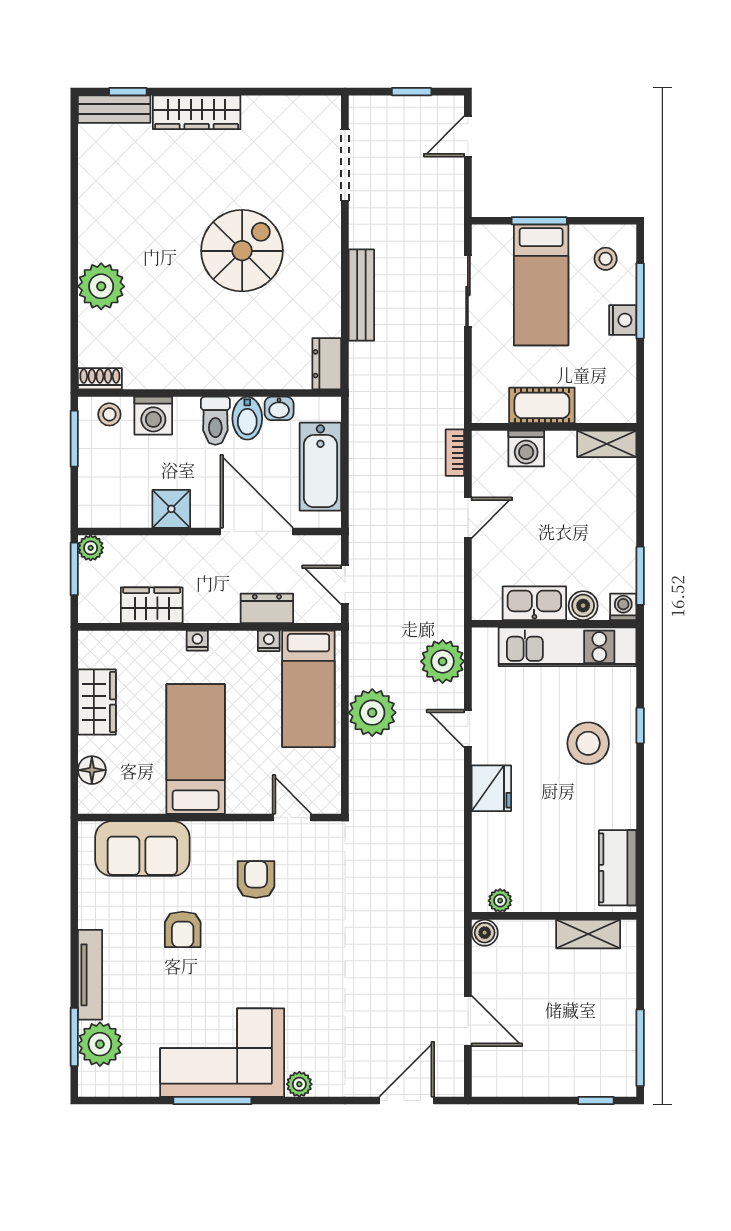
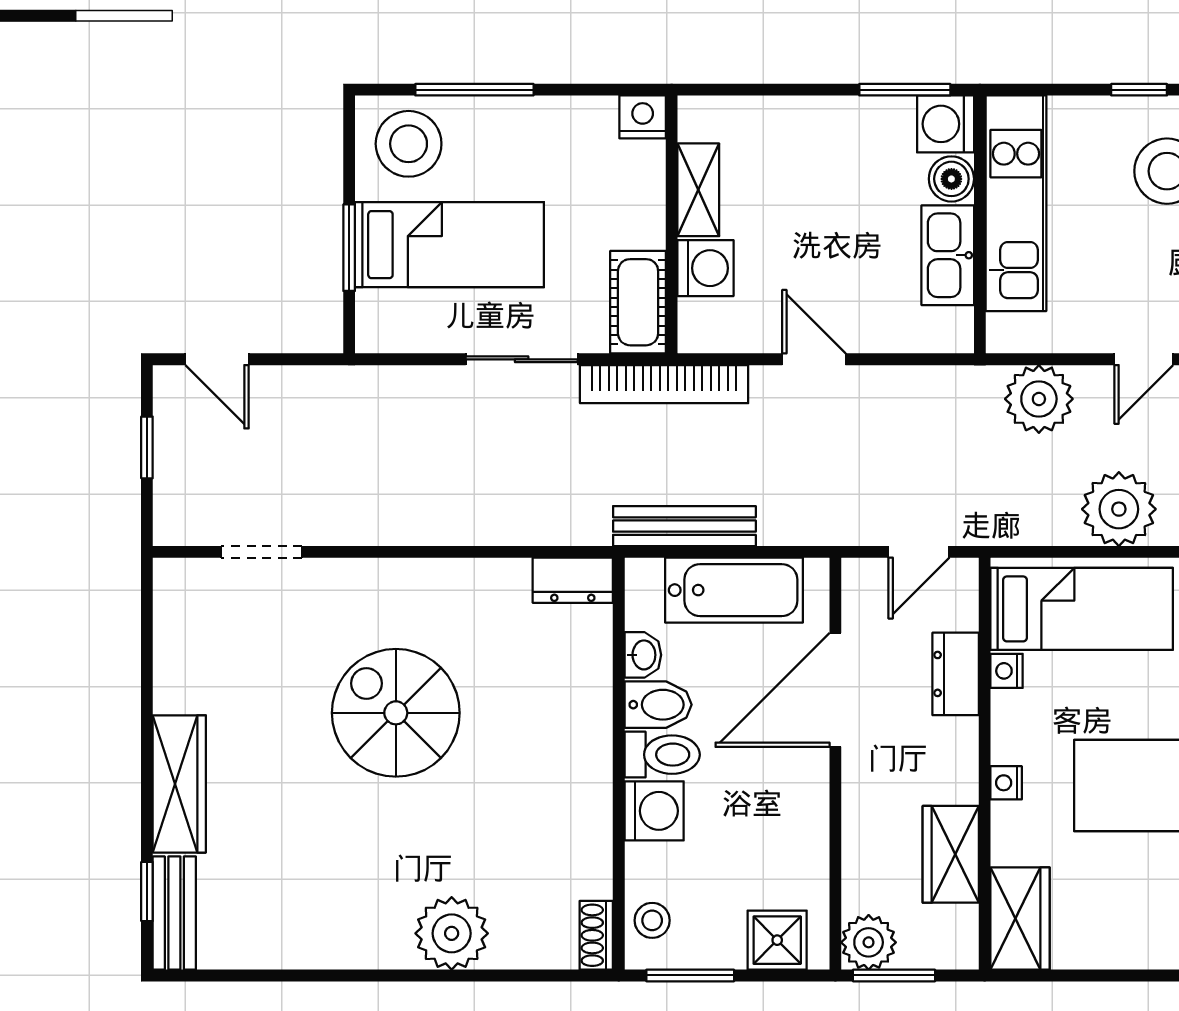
doorway: (345, 165) -> (262, 552), width x0.73
stool: (606, 259) -> (409, 144), width x1.89, depth x1.89
sliding door: (468, 291) -> (522, 359), moved
bench: (361, 295) -> (684, 526), moved
nightstand: (623, 320) -> (643, 117), moved
cot: (542, 405) -> (638, 302), moved
washing machine: (153, 416) -> (654, 811), moved
shelving: (607, 444) -> (698, 190), moved
bookcase: (455, 453) -> (664, 384), width x2.31, depth x1.31
shower: (171, 509) -> (777, 940), moved
plant: (91, 548) -> (869, 942), width x1.38, depth x1.38
washing machine: (623, 607) -> (946, 124), width x1.38, depth x1.38
wardrobe: (97, 702) -> (1020, 919), moved, turned 90

